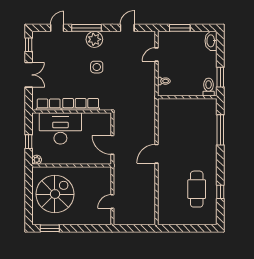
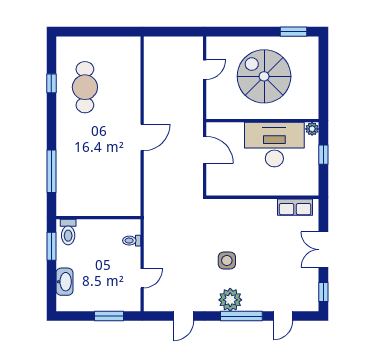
washbasin: (211, 41) -> (65, 282), moved
row of seats: (81, 104) -> (250, 207), removed
desk: (60, 128) -> (274, 145), moved, turned 180
spiral stairs: (55, 194) -> (264, 76), moved, turned 90

